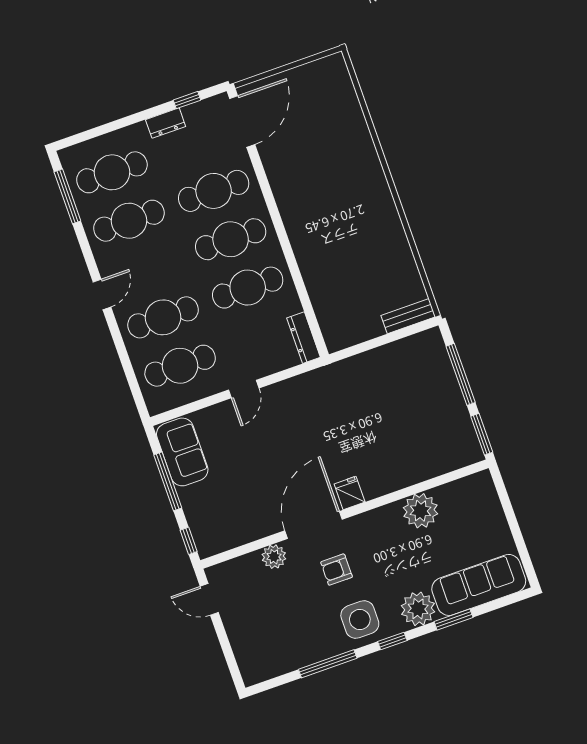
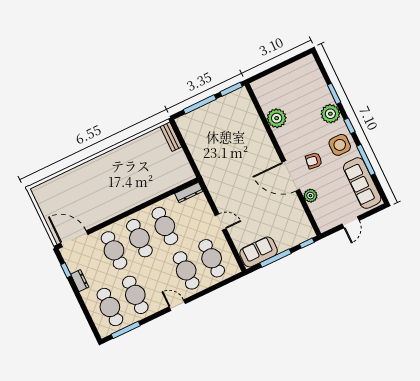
fridge: (350, 493) -> (271, 158), removed
armchair: (337, 570) -> (314, 161), turned 98
sofa: (479, 585) -> (362, 183), moved
door: (209, 599) -> (351, 222), moved

